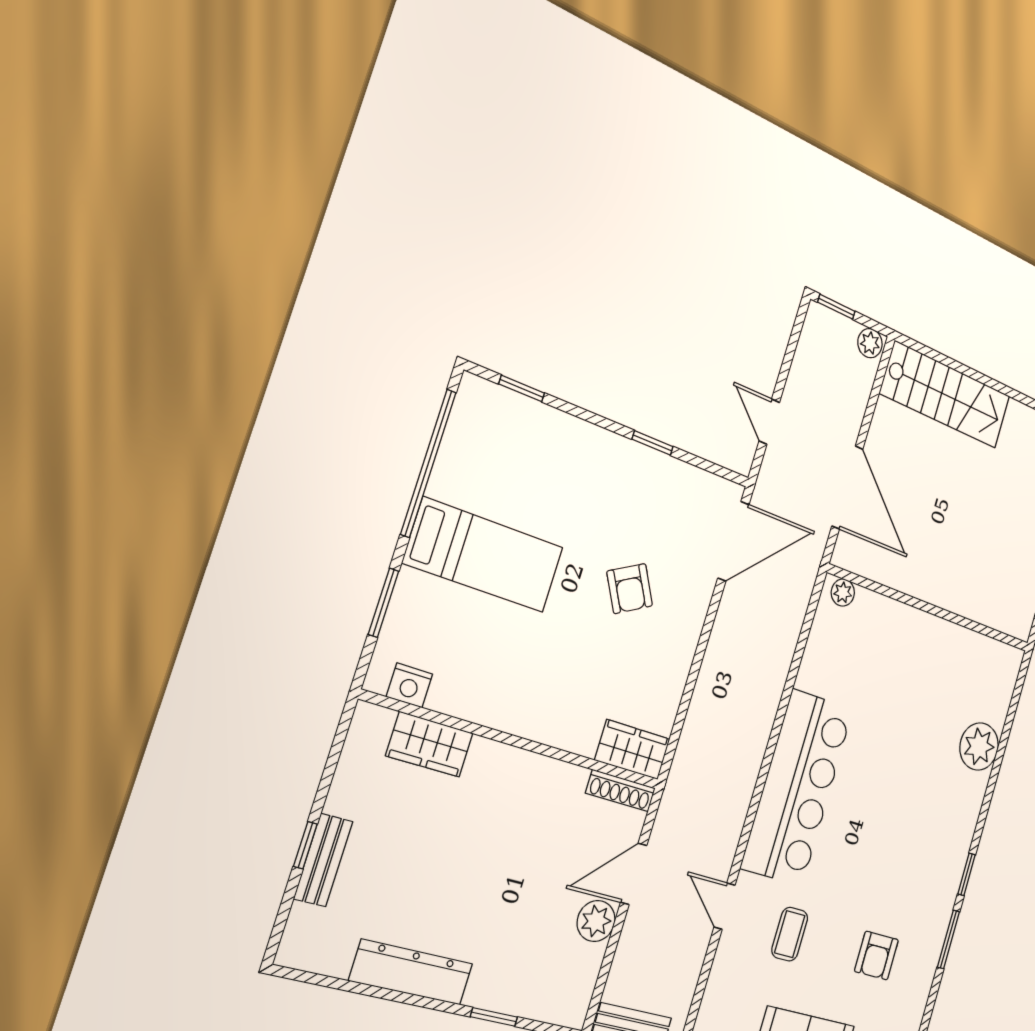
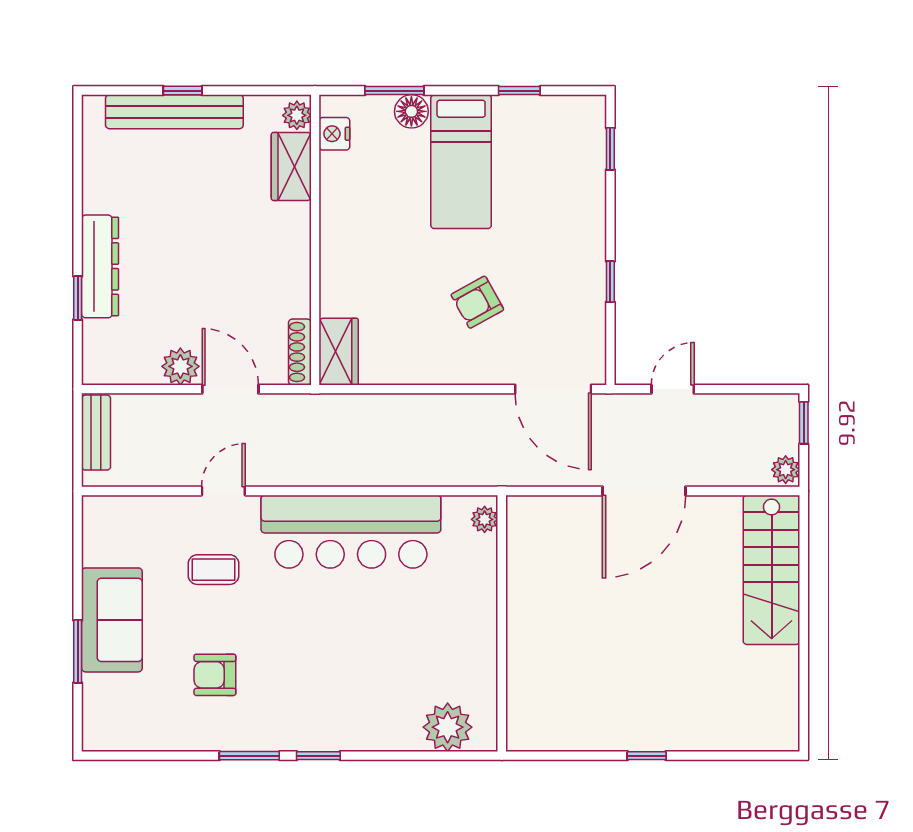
window: (428, 463) -> (519, 91), width x0.32
floor lamp: (413, 591) -> (411, 111), added
plant: (843, 593) -> (485, 519), moved
wall: (931, 609) -> (502, 623), moved
plant: (376, 722) -> (297, 115), added
bench: (323, 860) -> (174, 112), width x1.86, depth x1.21
dresser: (411, 972) -> (100, 266), moved

